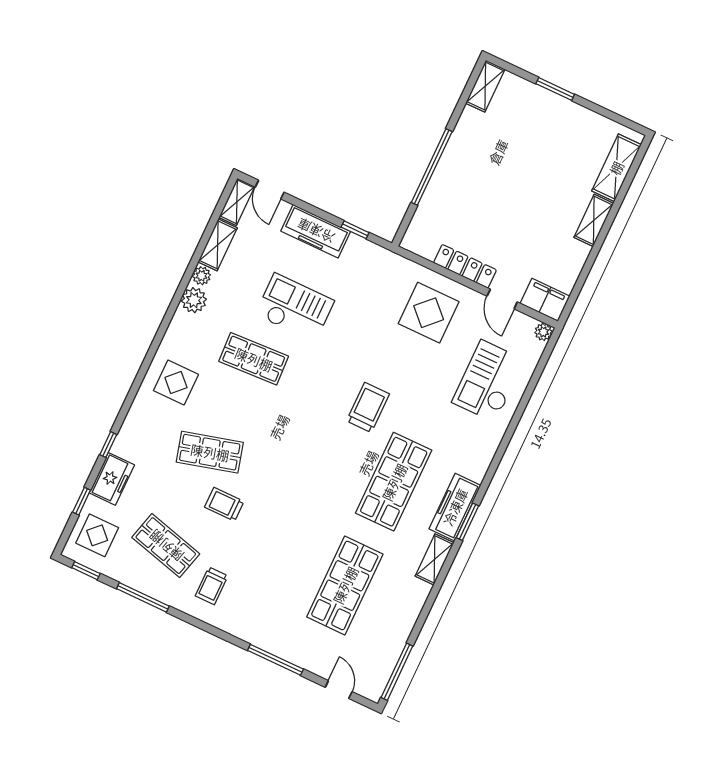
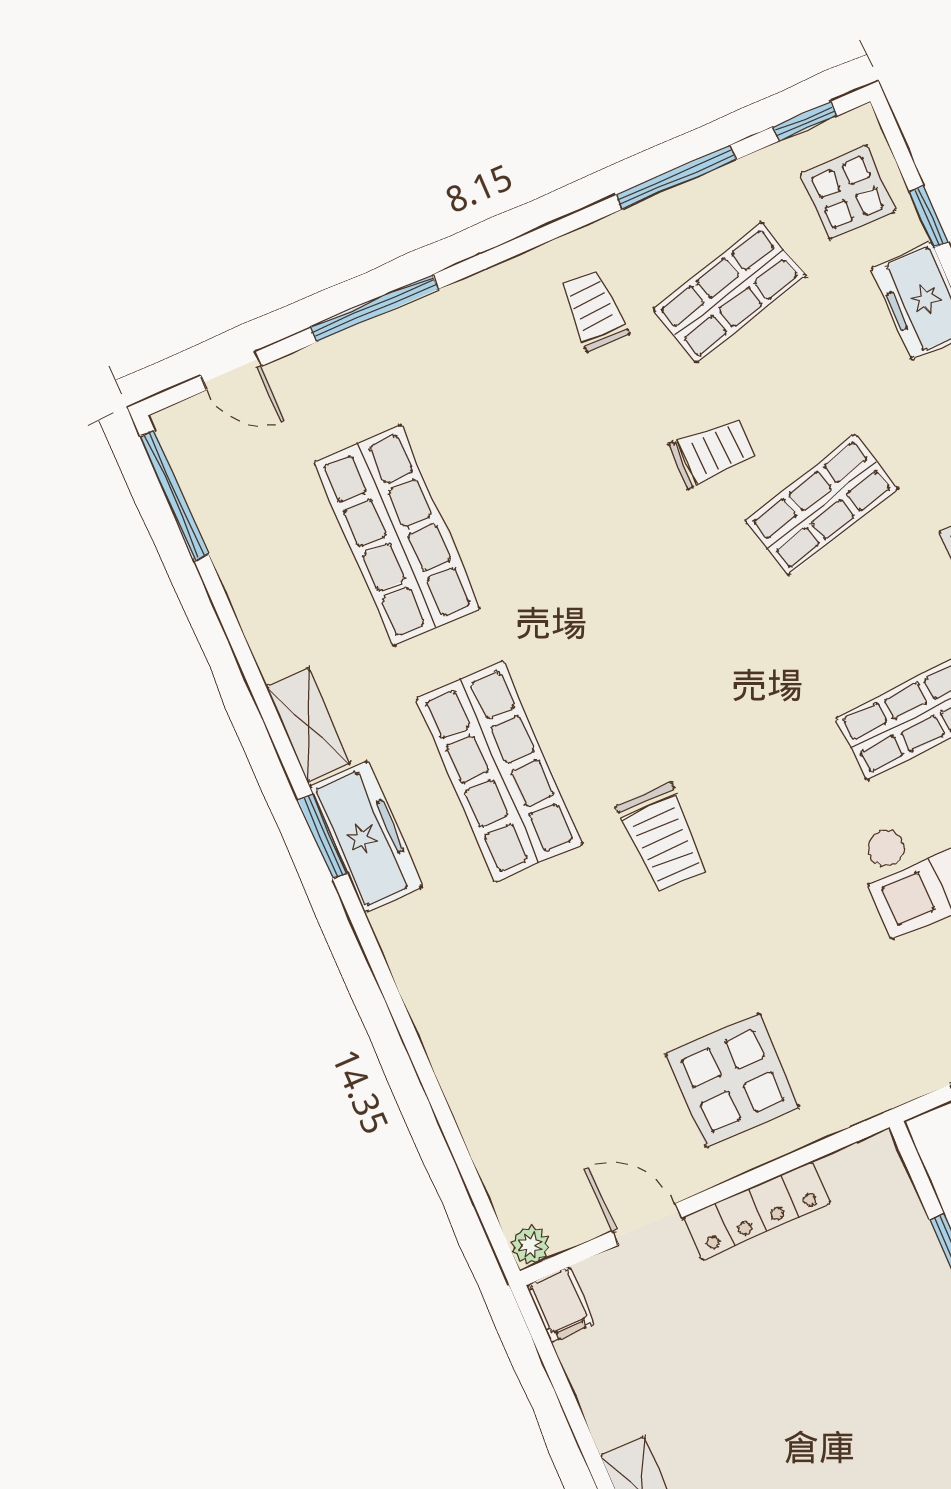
filing cabinet: (545, 300) -> (560, 1305), width x0.50
checkout: (488, 381) -> (529, 1079), removed
shop shelf: (166, 546) -> (729, 293), turned -30

